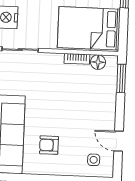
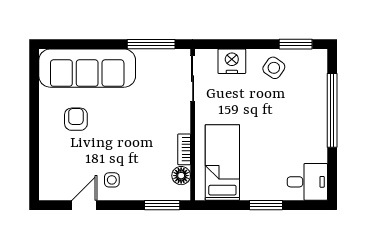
bed: (89, 28) -> (222, 163), width x0.67
side table: (94, 160) -> (112, 180), moved

